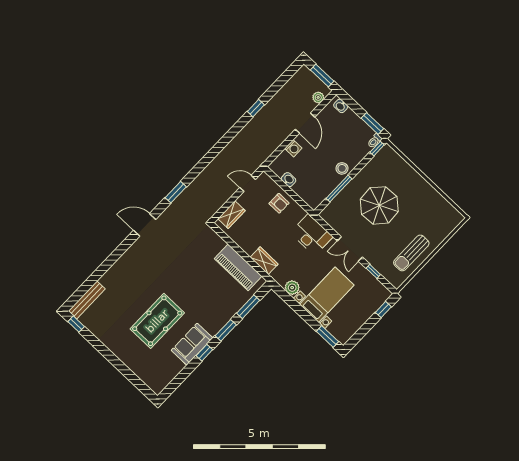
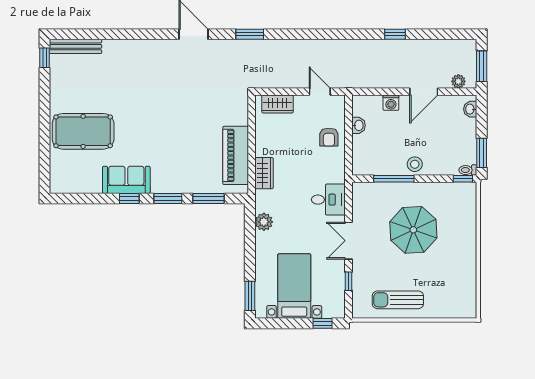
desk: (312, 235) -> (328, 200), width x0.73
bed with nightstands: (327, 295) -> (294, 286), moved, turned -90
pool table: (157, 321) -> (83, 131), moved

